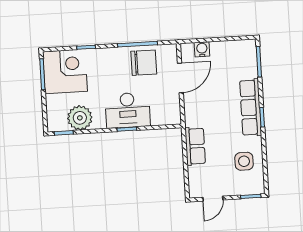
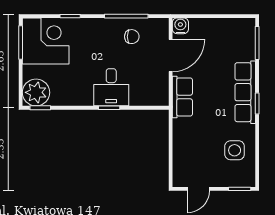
water cooler: (202, 49) -> (180, 26), moved
chair: (144, 63) -> (132, 37), width x0.54, depth x0.54
desk: (128, 110) -> (111, 87), width x0.73
plant: (80, 118) -> (36, 92), moved
row of seats: (195, 146) -> (182, 97), moved

